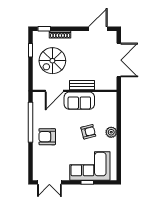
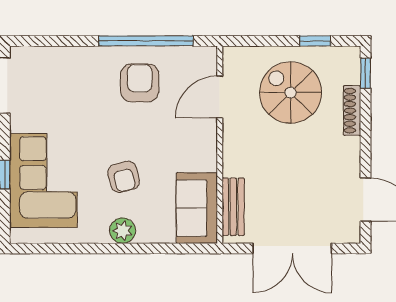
bench: (82, 85) -> (233, 207), moved
door: (54, 91) -> (220, 97), hinge flipped
sofa: (79, 101) -> (197, 208), moved
armchair: (47, 137) -> (140, 83), moved

